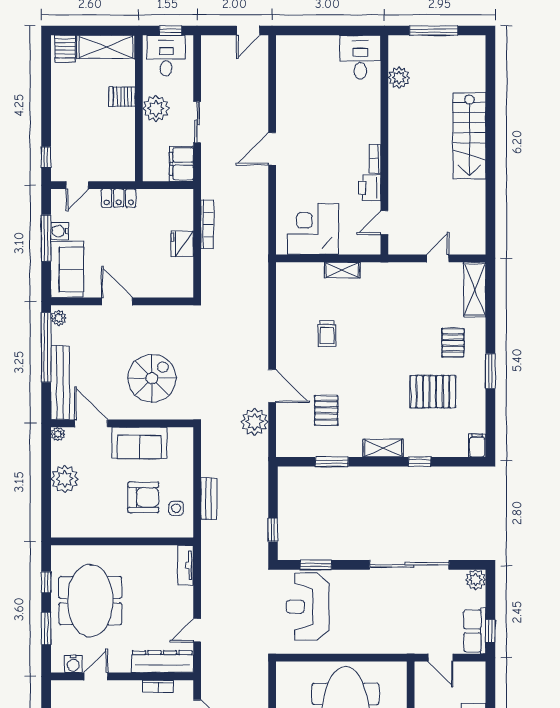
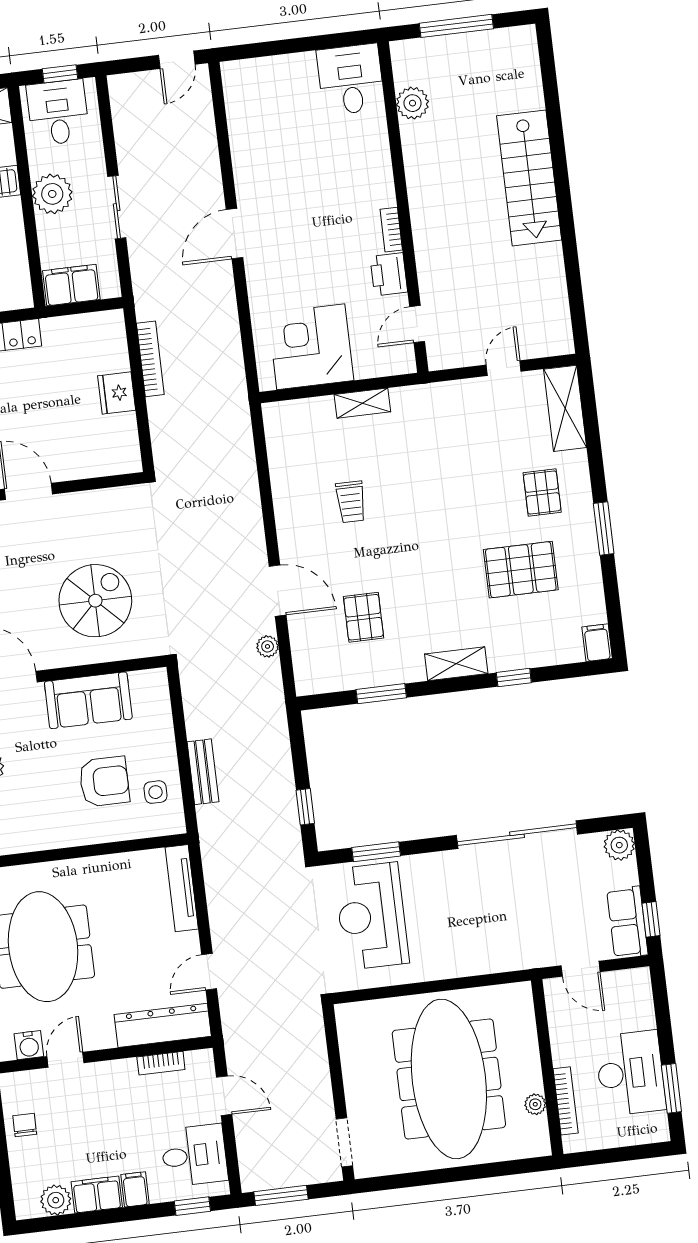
filing cabinet: (181, 164) -> (71, 285), moved, turned 90
plant: (255, 422) -> (268, 646), width x0.53, depth x0.53
tv unit: (186, 565) -> (182, 888), width x1.41

